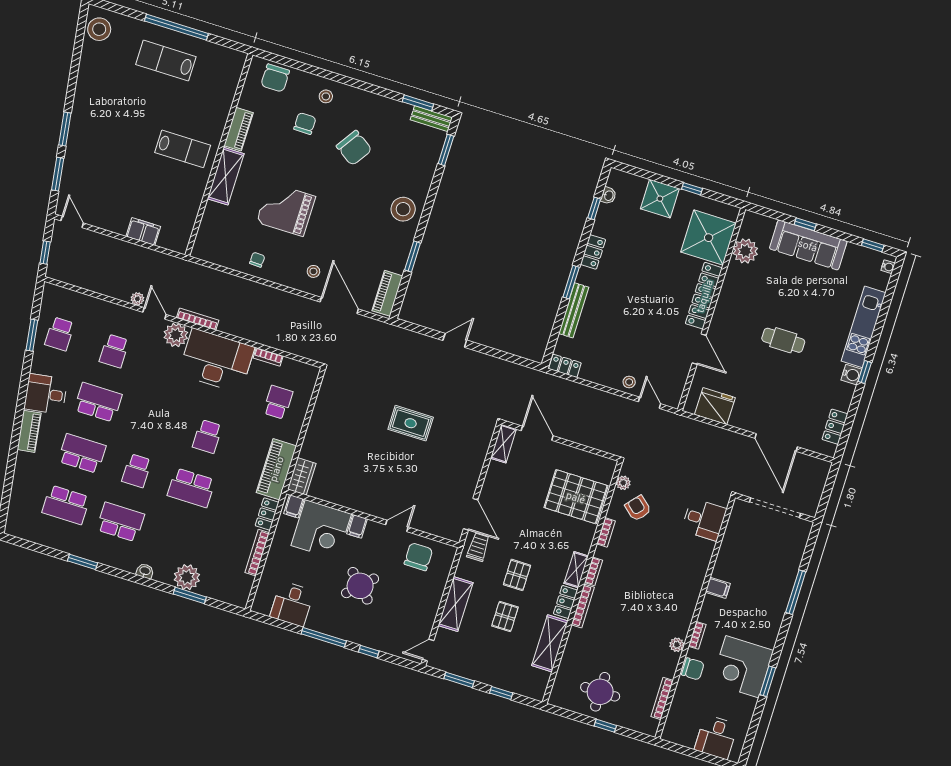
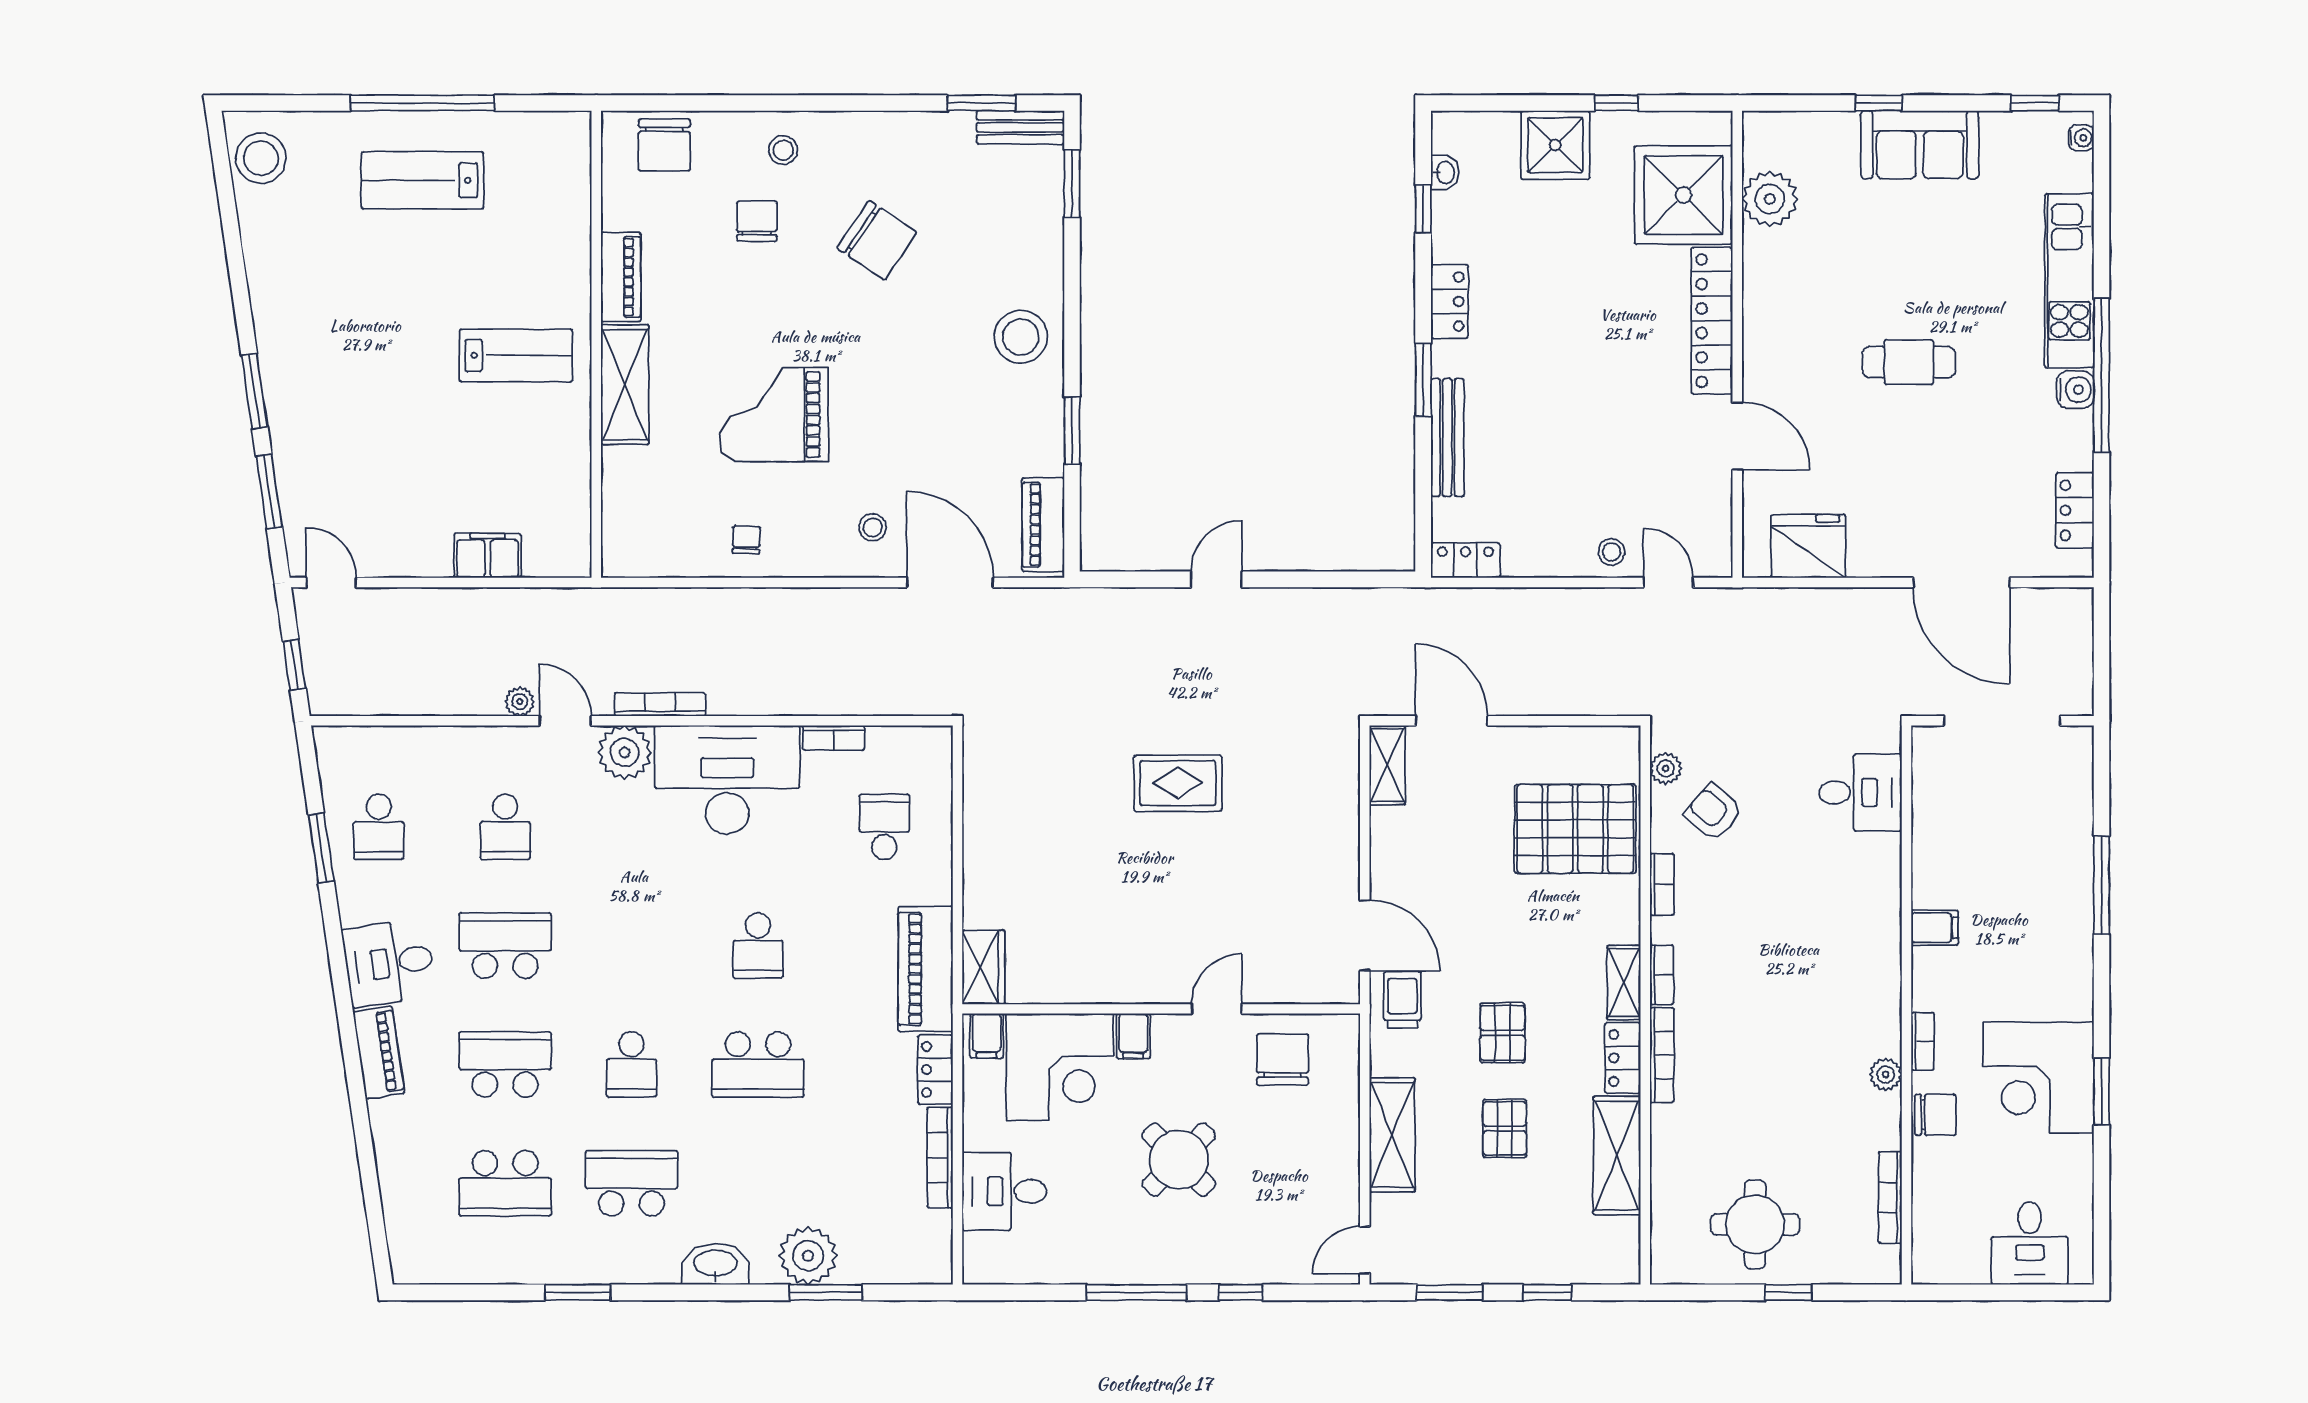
sofa: (808, 245) -> (1920, 145), width x0.73
window: (865, 372) -> (2102, 375), width x3.17
washbasin: (145, 571) -> (715, 1264), width x1.91, depth x1.45
desk: (292, 604) -> (1004, 1191), moved, turned 90

